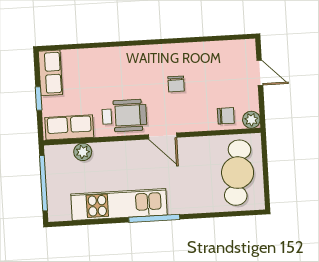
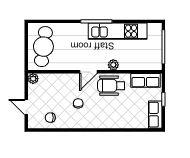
chair: (226, 116) -> (50, 118), moved
door: (163, 136) -> (88, 72), swing flipped
plant: (83, 152) -> (113, 65), moved

